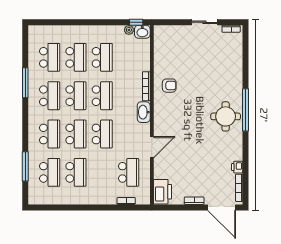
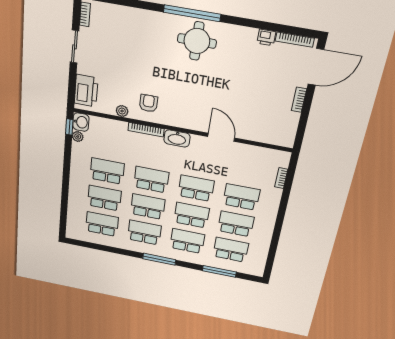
plant: (159, 65) -> (122, 111), added
window: (25, 83) -> (159, 259), moved
school desk: (129, 172) -> (241, 197), moved
printer: (163, 192) -> (86, 91), moved, turned 90

